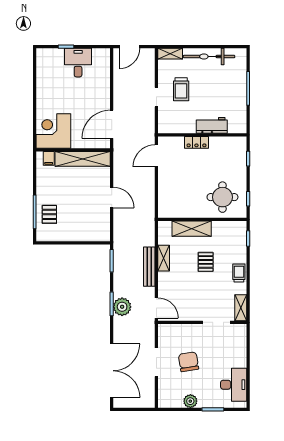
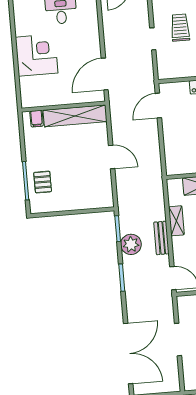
trolley: (181, 89) -> (180, 28), turned 180
corner desk: (53, 131) -> (37, 55), moved, turned 90
bench: (149, 267) -> (161, 238), width x0.73
plant: (122, 307) -> (131, 244), moved

